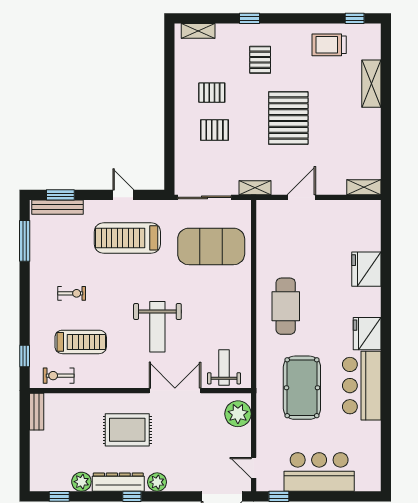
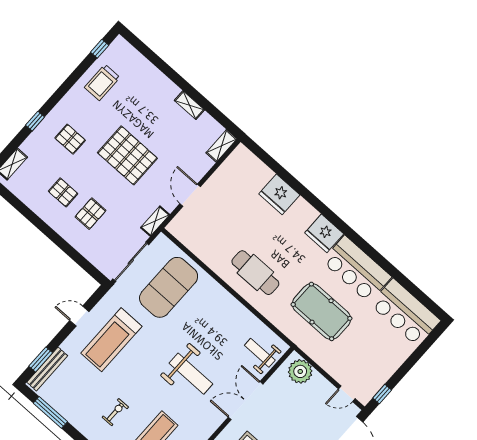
shelving: (371, 84) -> (189, 105), moved, width x0.67, depth x0.75
pallet: (212, 93) -> (63, 192), turned 90
bar counter: (319, 472) -> (405, 312), moved, turned -90

